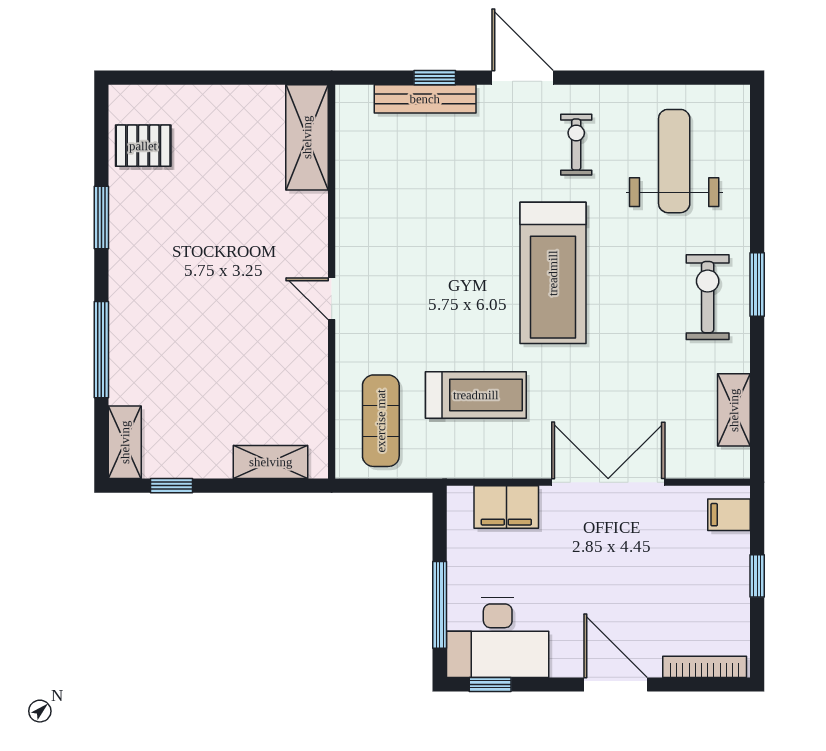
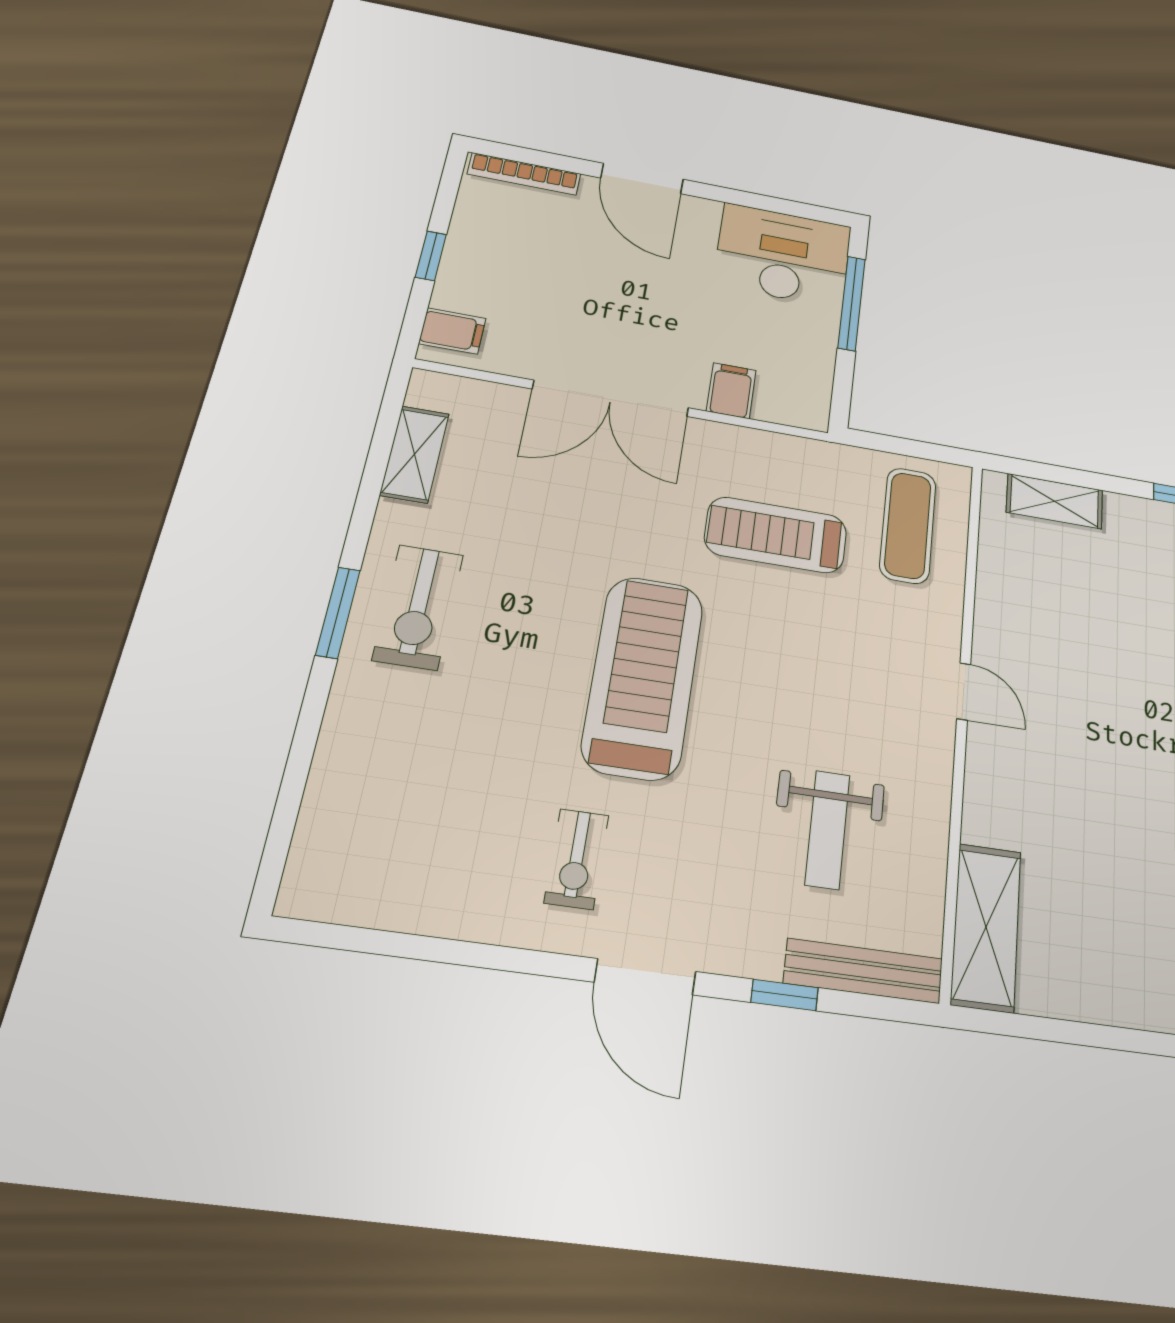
bench: (425, 99) -> (864, 971), moved
weight bench: (674, 161) -> (827, 830), moved, width x0.73, depth x0.75
filing cabinet: (506, 507) -> (731, 391), width x0.50
window: (490, 684) -> (799, 210), removed

